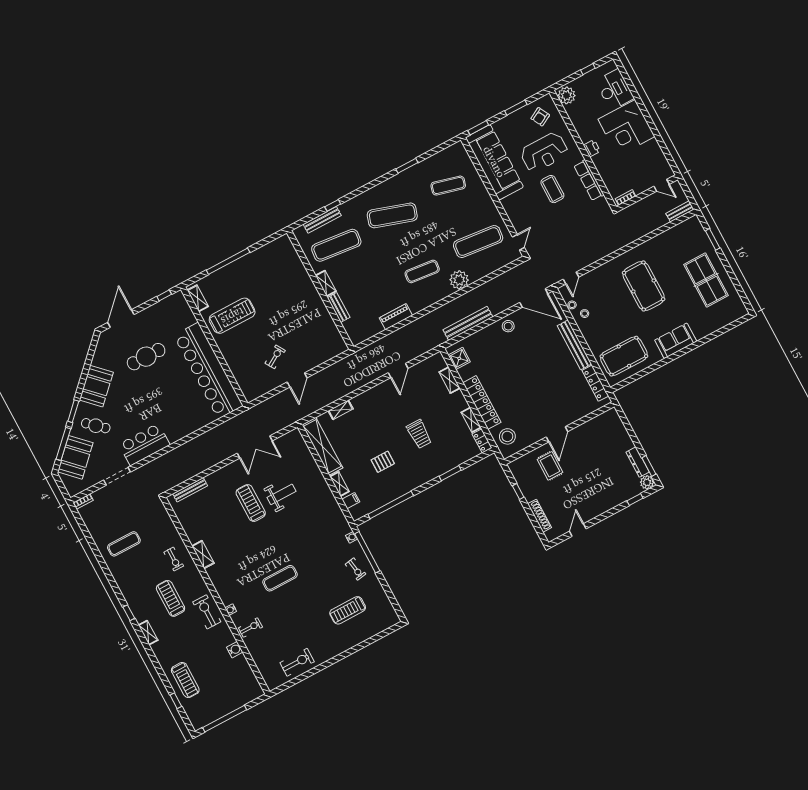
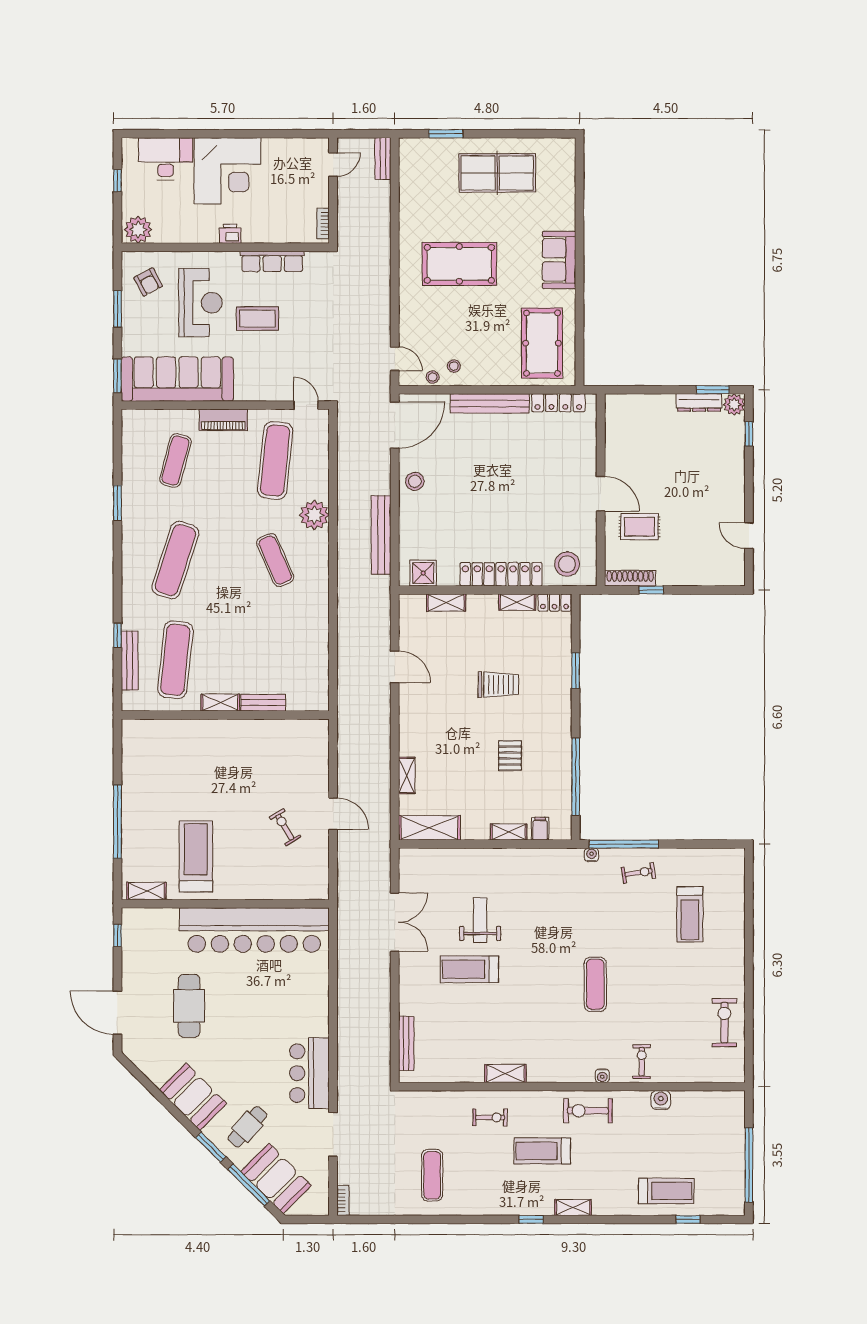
exercise mat: (422, 271) -> (275, 560), turned -30
piano: (396, 317) -> (223, 420), moved, turned -90
shelving: (322, 446) -> (429, 828), width x0.68
shoe rack: (540, 516) -> (630, 578), moved

